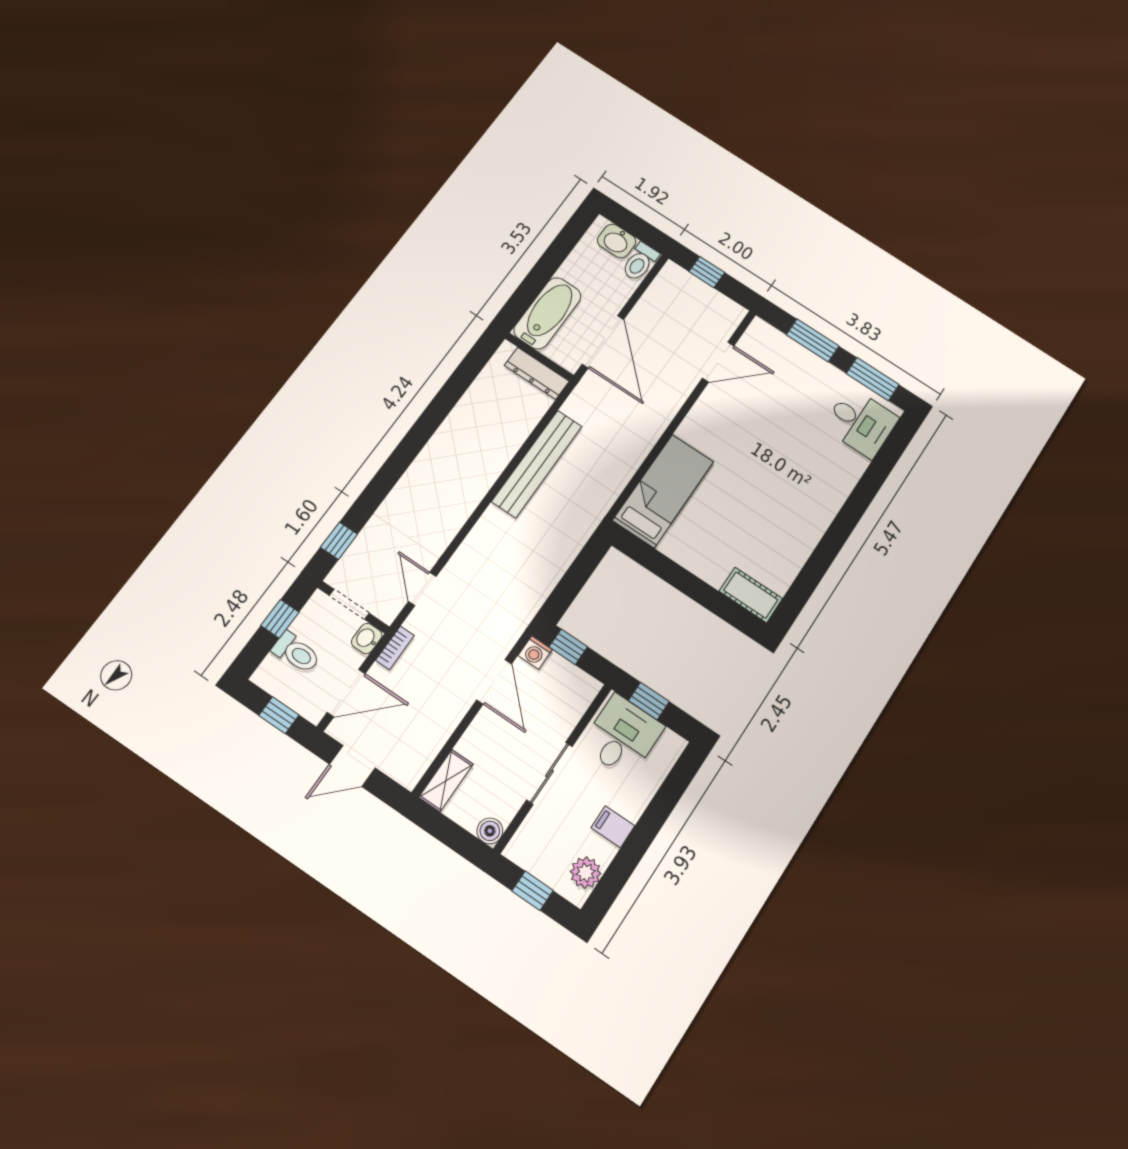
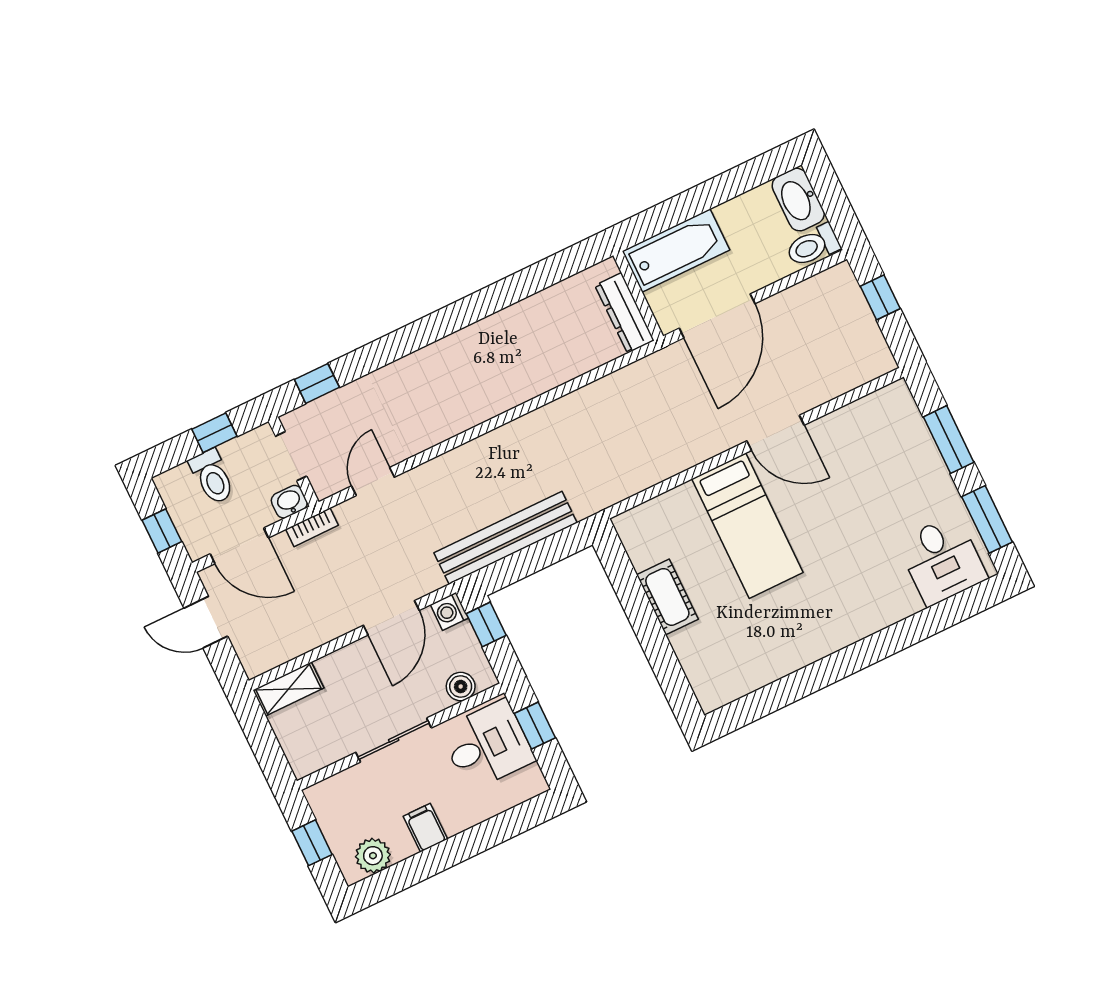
washbasin: (617, 241) -> (798, 200), width x1.38
door: (718, 362) -> (775, 433), moved
bench: (537, 464) -> (506, 538), moved
bed: (663, 491) -> (747, 526), moved, turned 90
cot: (751, 595) -> (667, 597), moved
boiler: (490, 831) -> (461, 686), moved

